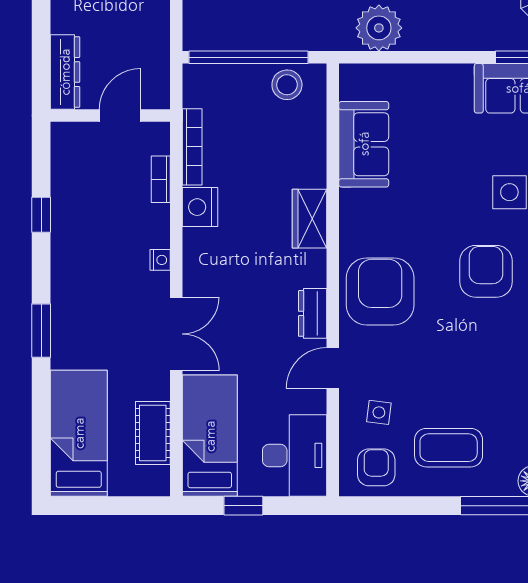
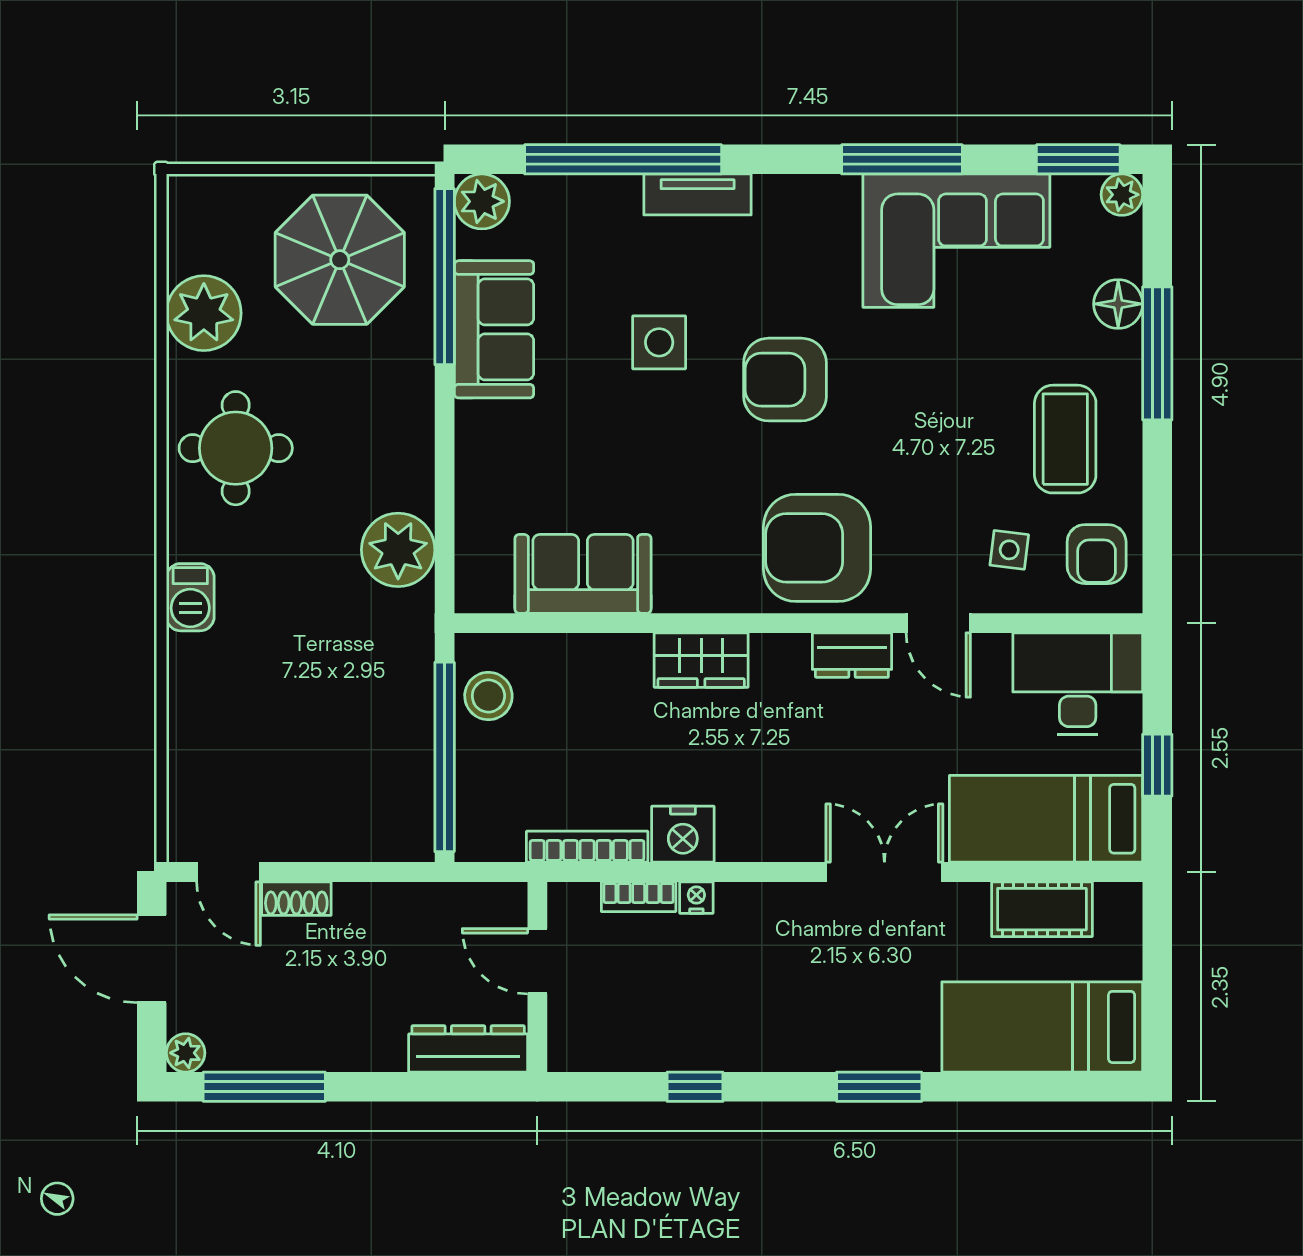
nightstand: (160, 260) -> (696, 898), moved
armchair: (376, 467) -> (1097, 554), turned -90

